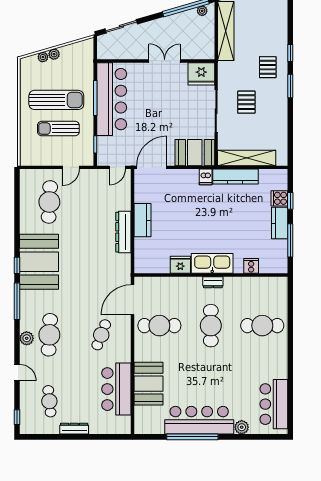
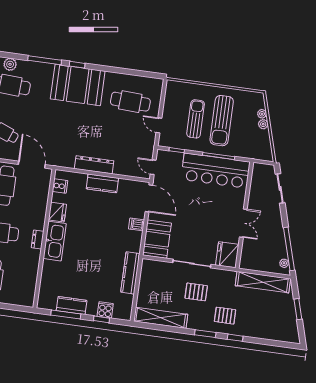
shelving: (247, 158) -> (161, 318), moved, turned 90
dishwasher: (206, 177) -> (137, 224), moved
kitchen counter: (280, 223) -> (72, 306), moved
cooker: (251, 266) -> (60, 186), moved

